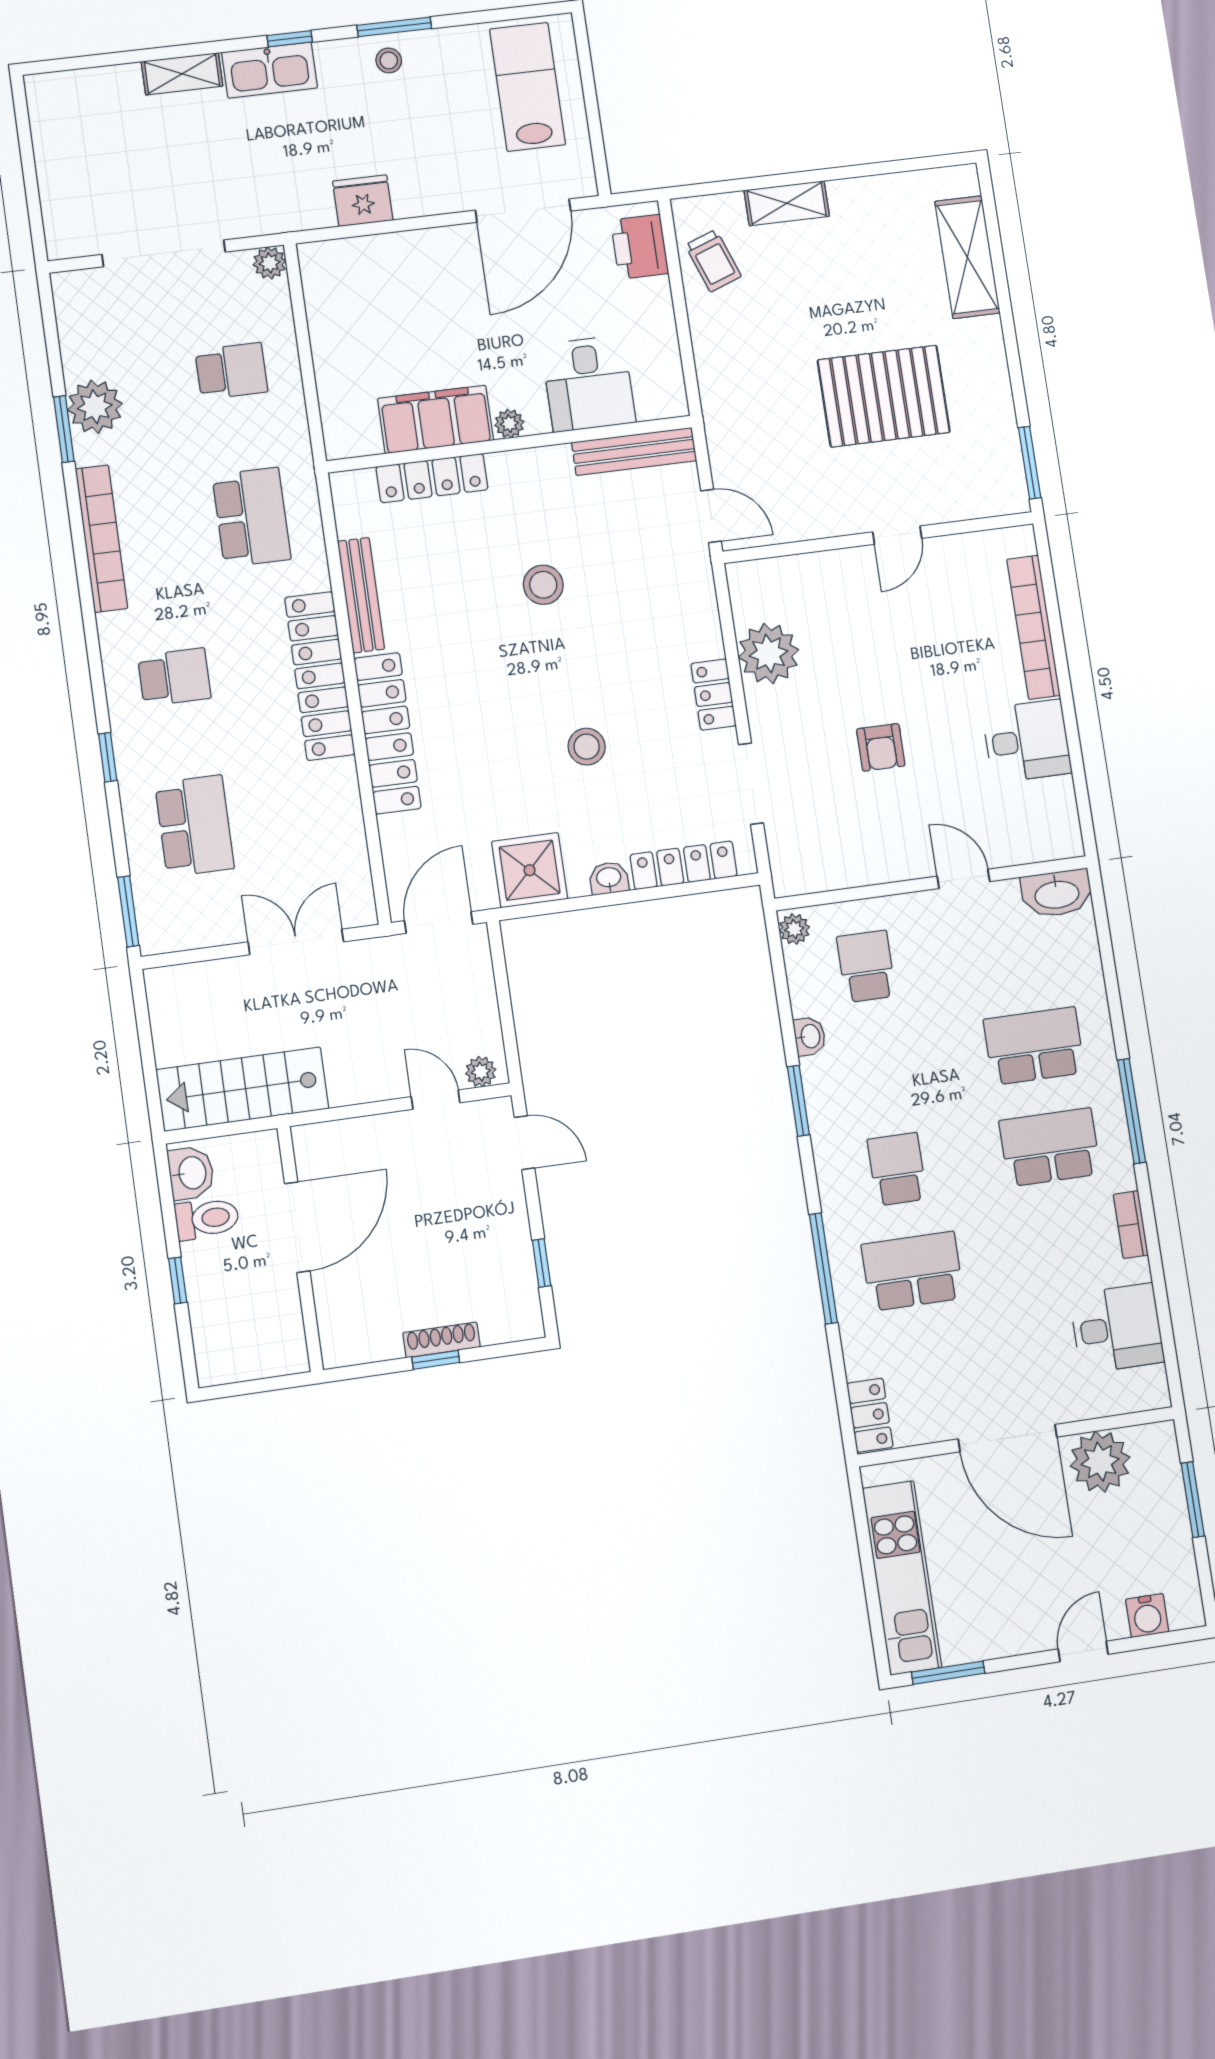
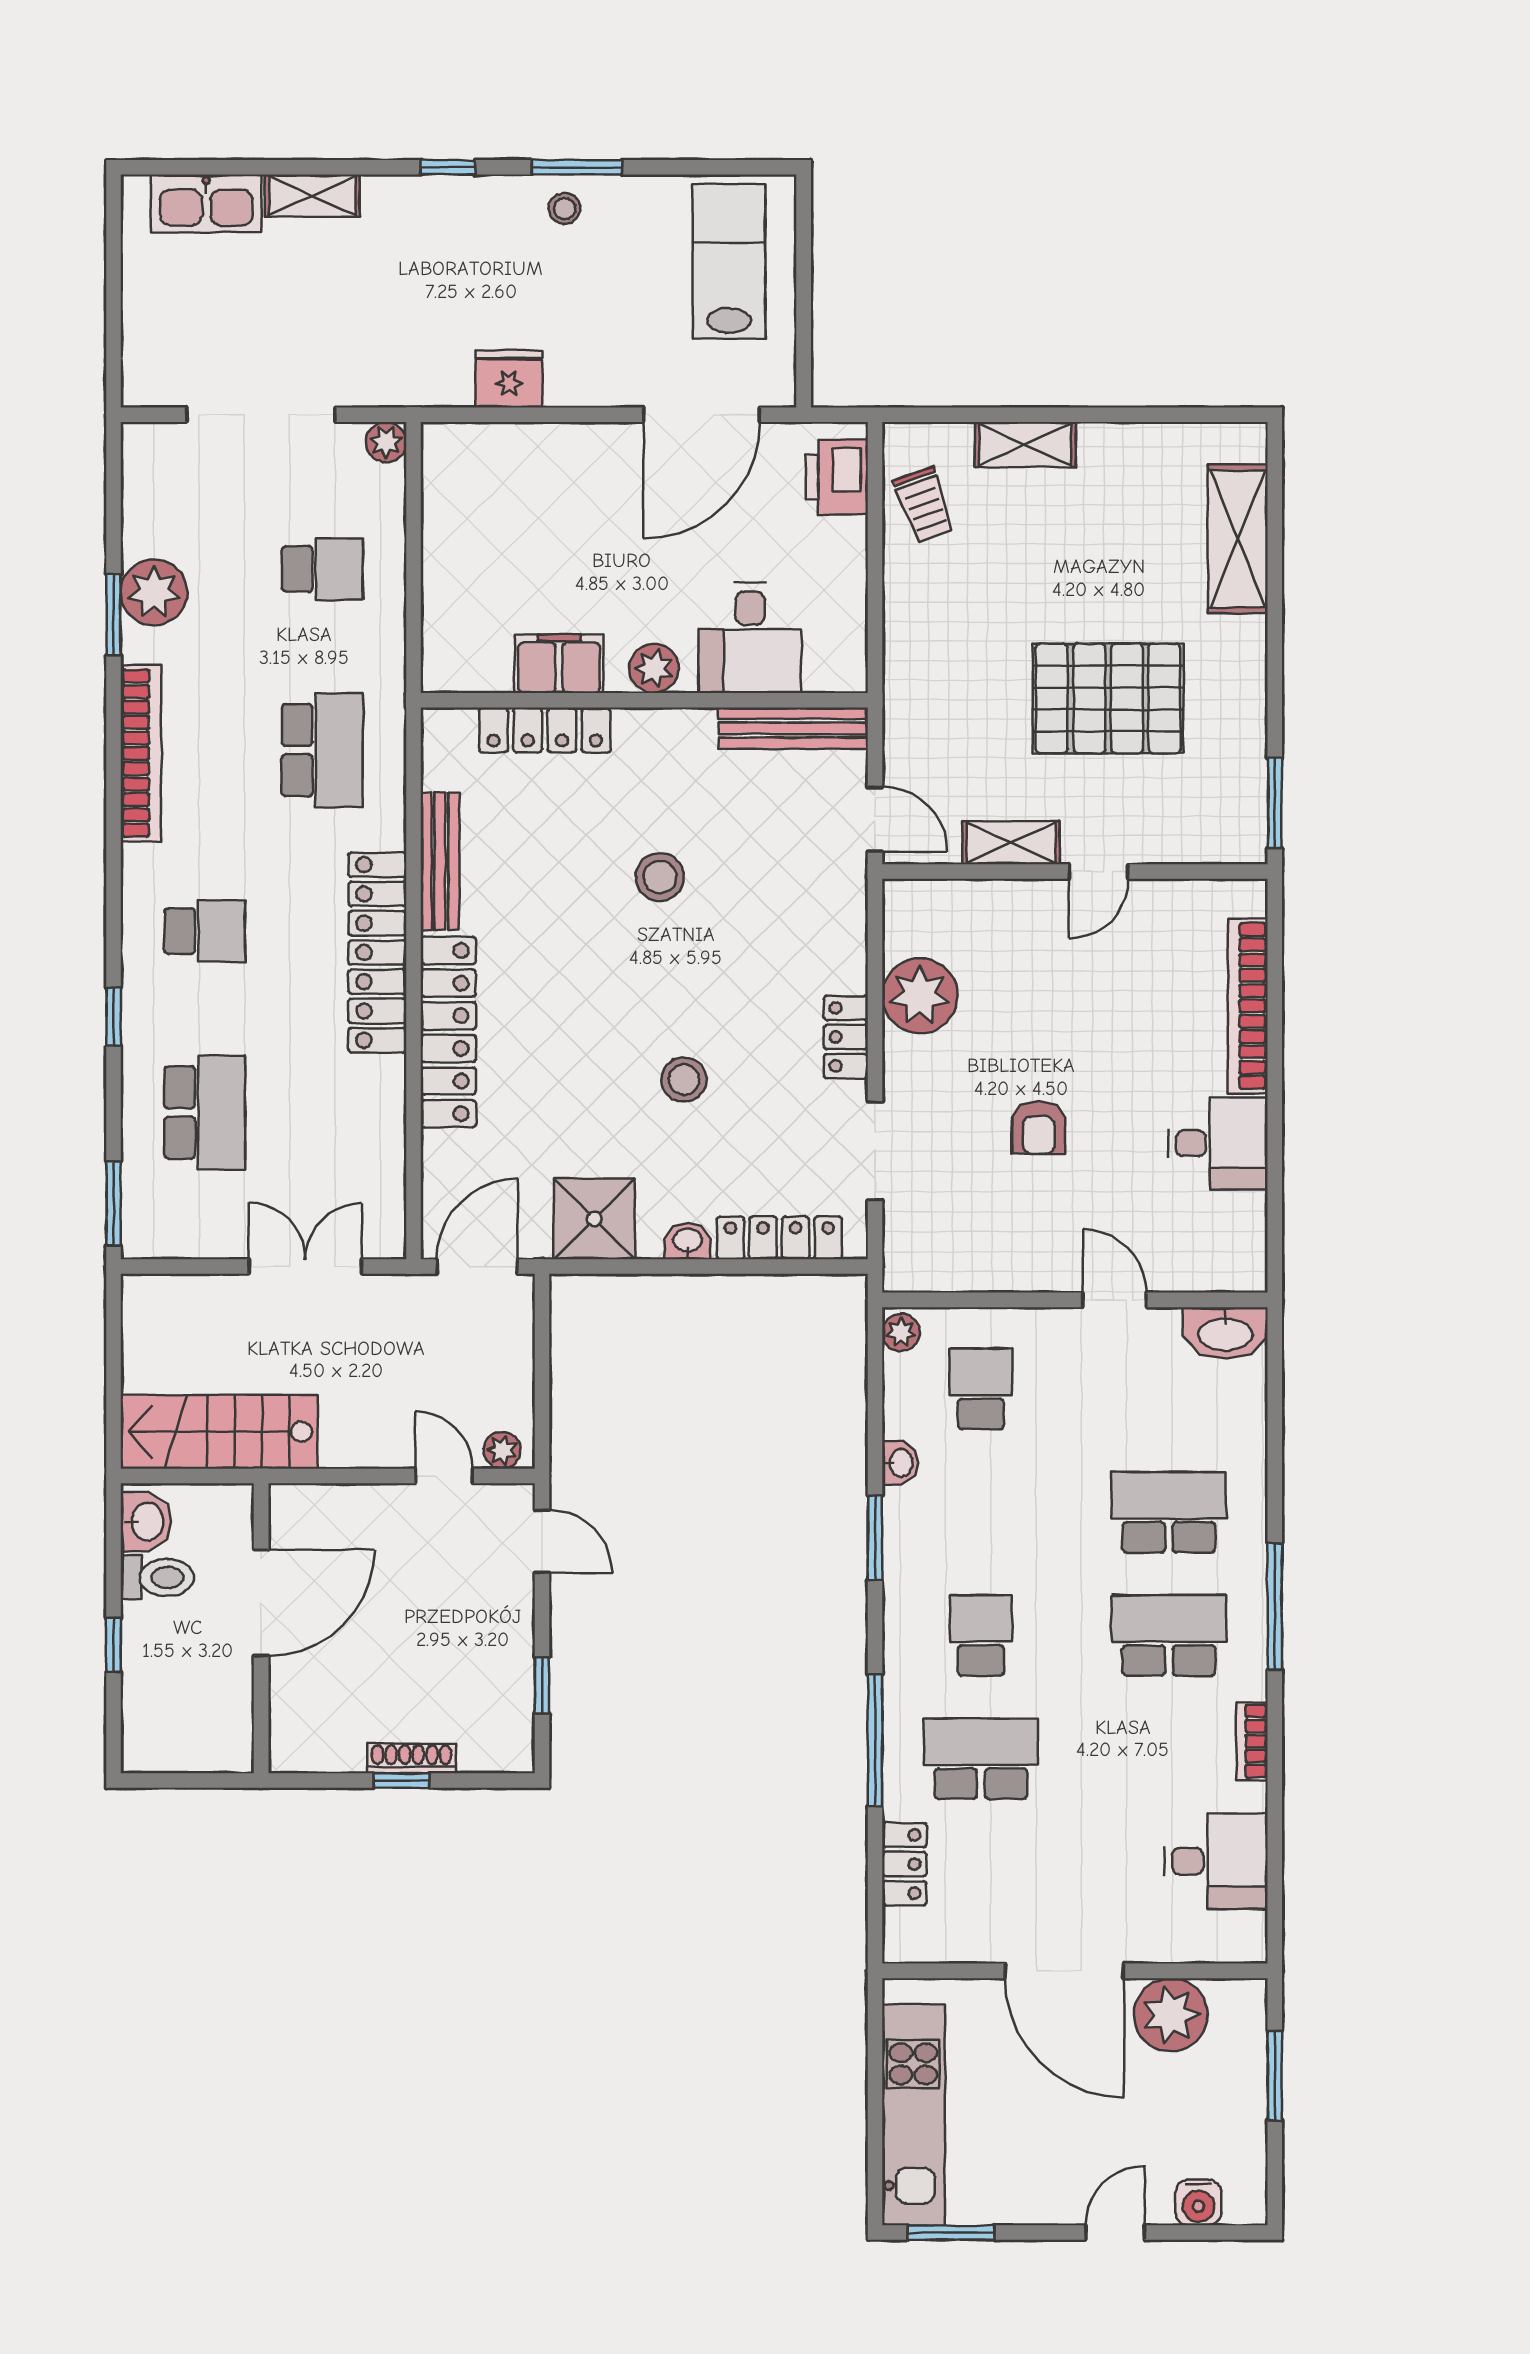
kitchen sink: (270, 70) -> (206, 203), moved
filing cabinet: (436, 419) -> (559, 664), width x0.67, depth x0.86
plant: (509, 424) -> (654, 668), width x1.38, depth x1.38
shelving: (824, 521) -> (1011, 843), added
locker: (870, 1415) -> (904, 1864), moved

